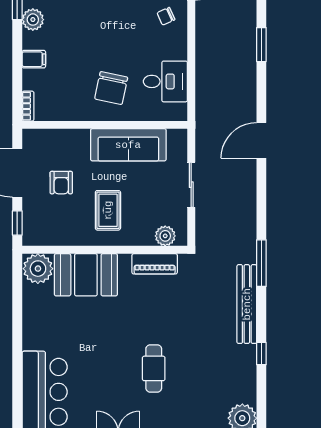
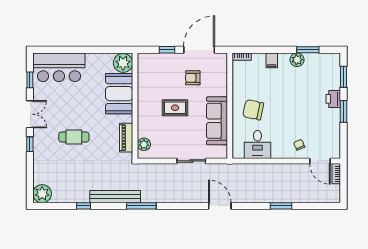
plant: (165, 236) -> (144, 144), moved
wall: (105, 250) -> (135, 106), moved
piano: (155, 264) -> (126, 138), moved
plant: (38, 269) -> (123, 63), moved
booth: (86, 275) -> (119, 94), moved

